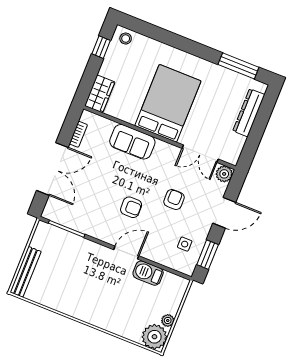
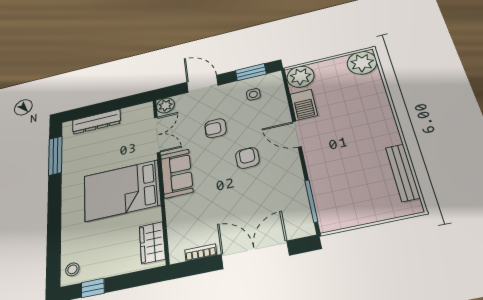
wardrobe: (100, 94) -> (152, 243), moved, turned -90
sofa: (132, 142) -> (177, 173), moved
bench: (26, 272) -> (403, 172), moved, turned 90
plant: (168, 320) -> (300, 77), moved, width x1.88, depth x1.88

